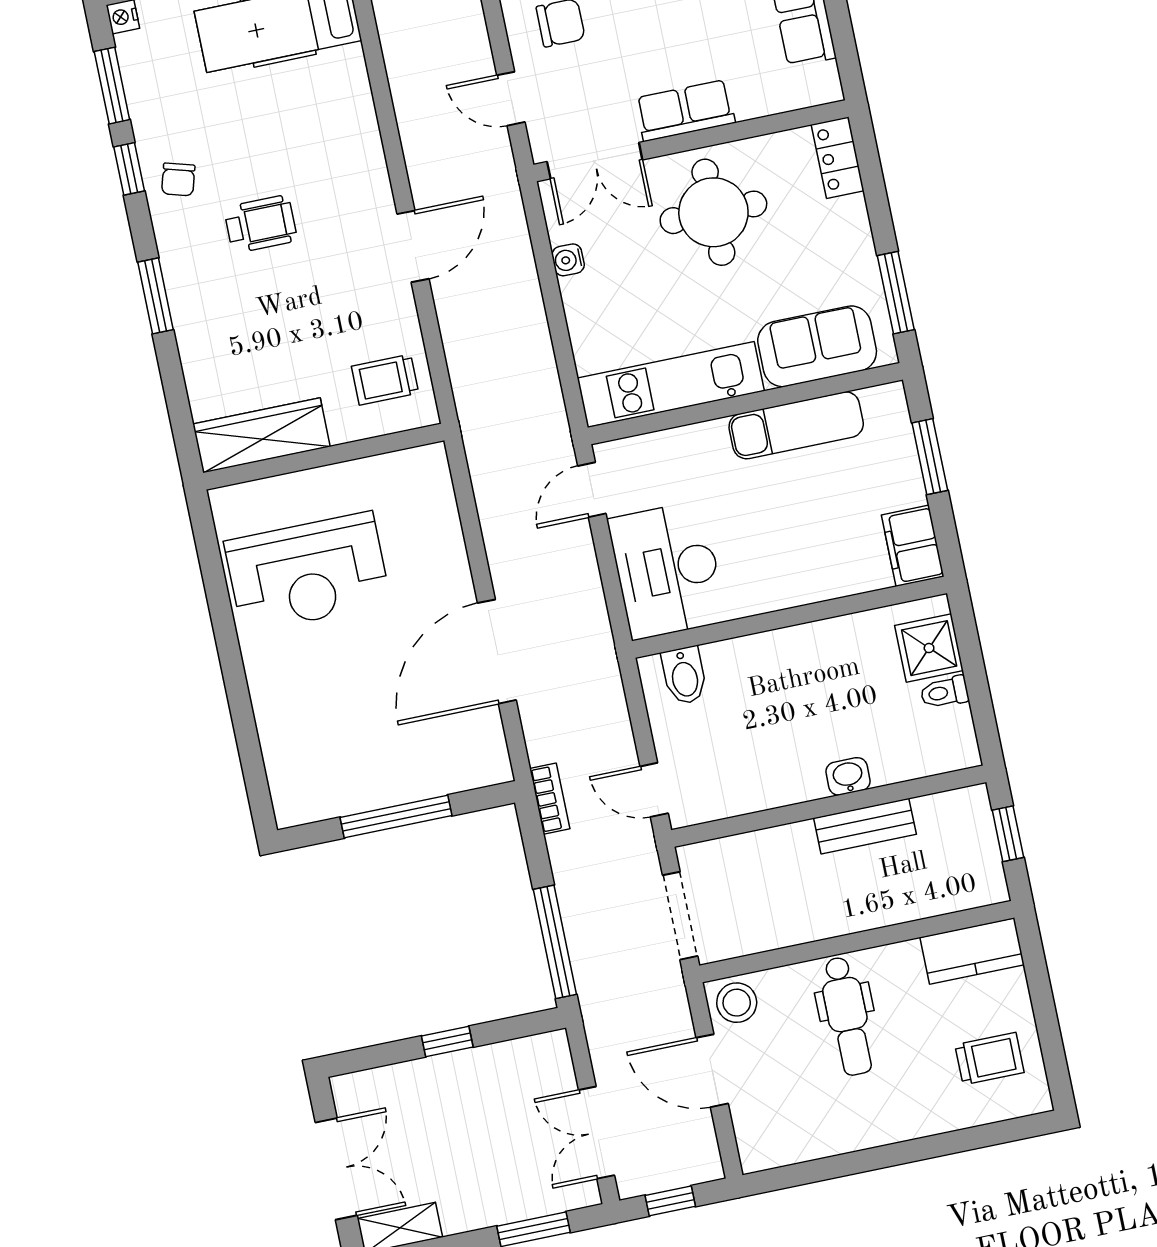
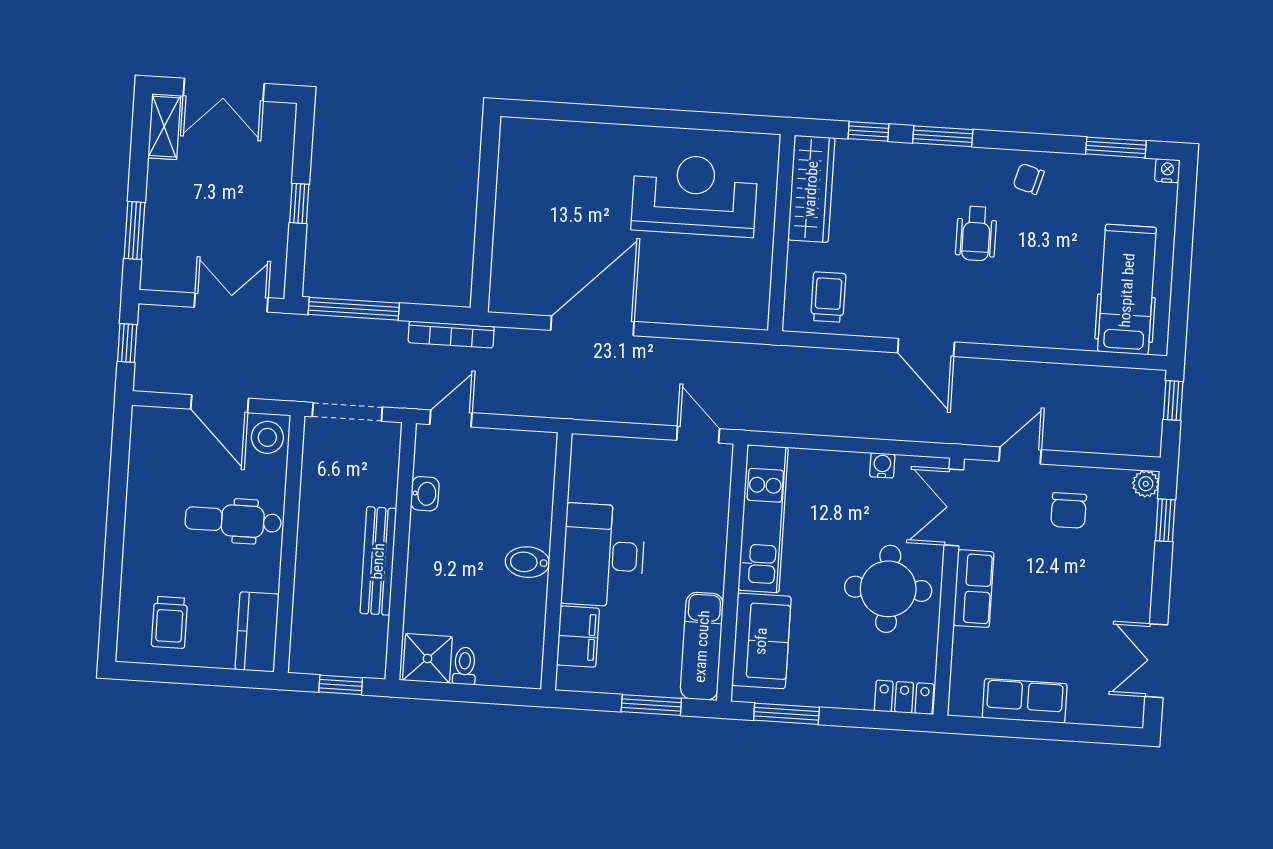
window: (129, 169) -> (868, 131), moved
exam couch: (796, 425) -> (702, 646), moved
filing cabinet: (913, 546) -> (578, 637), moved, turned 90
desk: (667, 570) -> (603, 555), moved, turned -90
reception desk: (307, 573) -> (695, 195), turned 90
shower: (929, 648) -> (427, 658), moved
door: (497, 652) -> (592, 326), hinge flipped
bidet: (684, 676) -> (527, 562), moved
washbasin: (848, 776) -> (425, 494), moved
bookcase: (550, 799) -> (451, 334), width x1.56
window: (396, 816) -> (486, 212), removed
bench: (865, 826) -> (378, 561), width x1.36
door: (712, 1071) -> (220, 404), swing flipped
double door: (596, 1133) -> (231, 302), moved

